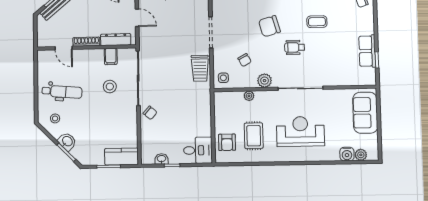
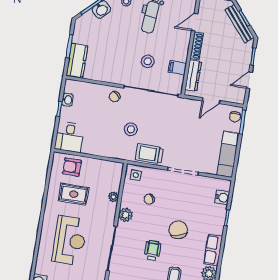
stool: (179, 91) -> (131, 129), added

